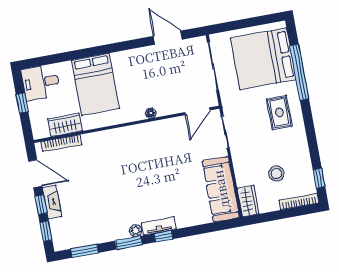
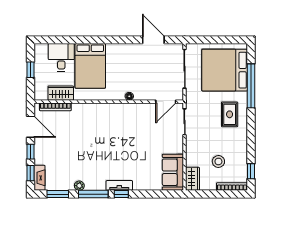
desk: (41, 82) -> (61, 57), moved, turned 90
sofa: (221, 189) -> (173, 172), width x0.73
fireplace: (52, 202) -> (39, 178), moved
plant: (136, 231) -> (79, 186), moved
window: (129, 243) -> (93, 194), width x1.44

